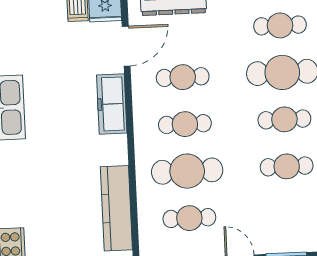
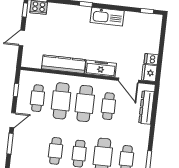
cafe table: (185, 124) -> (85, 103), width x1.37, depth x1.35
kitchen counter: (116, 208) -> (64, 64), moved

